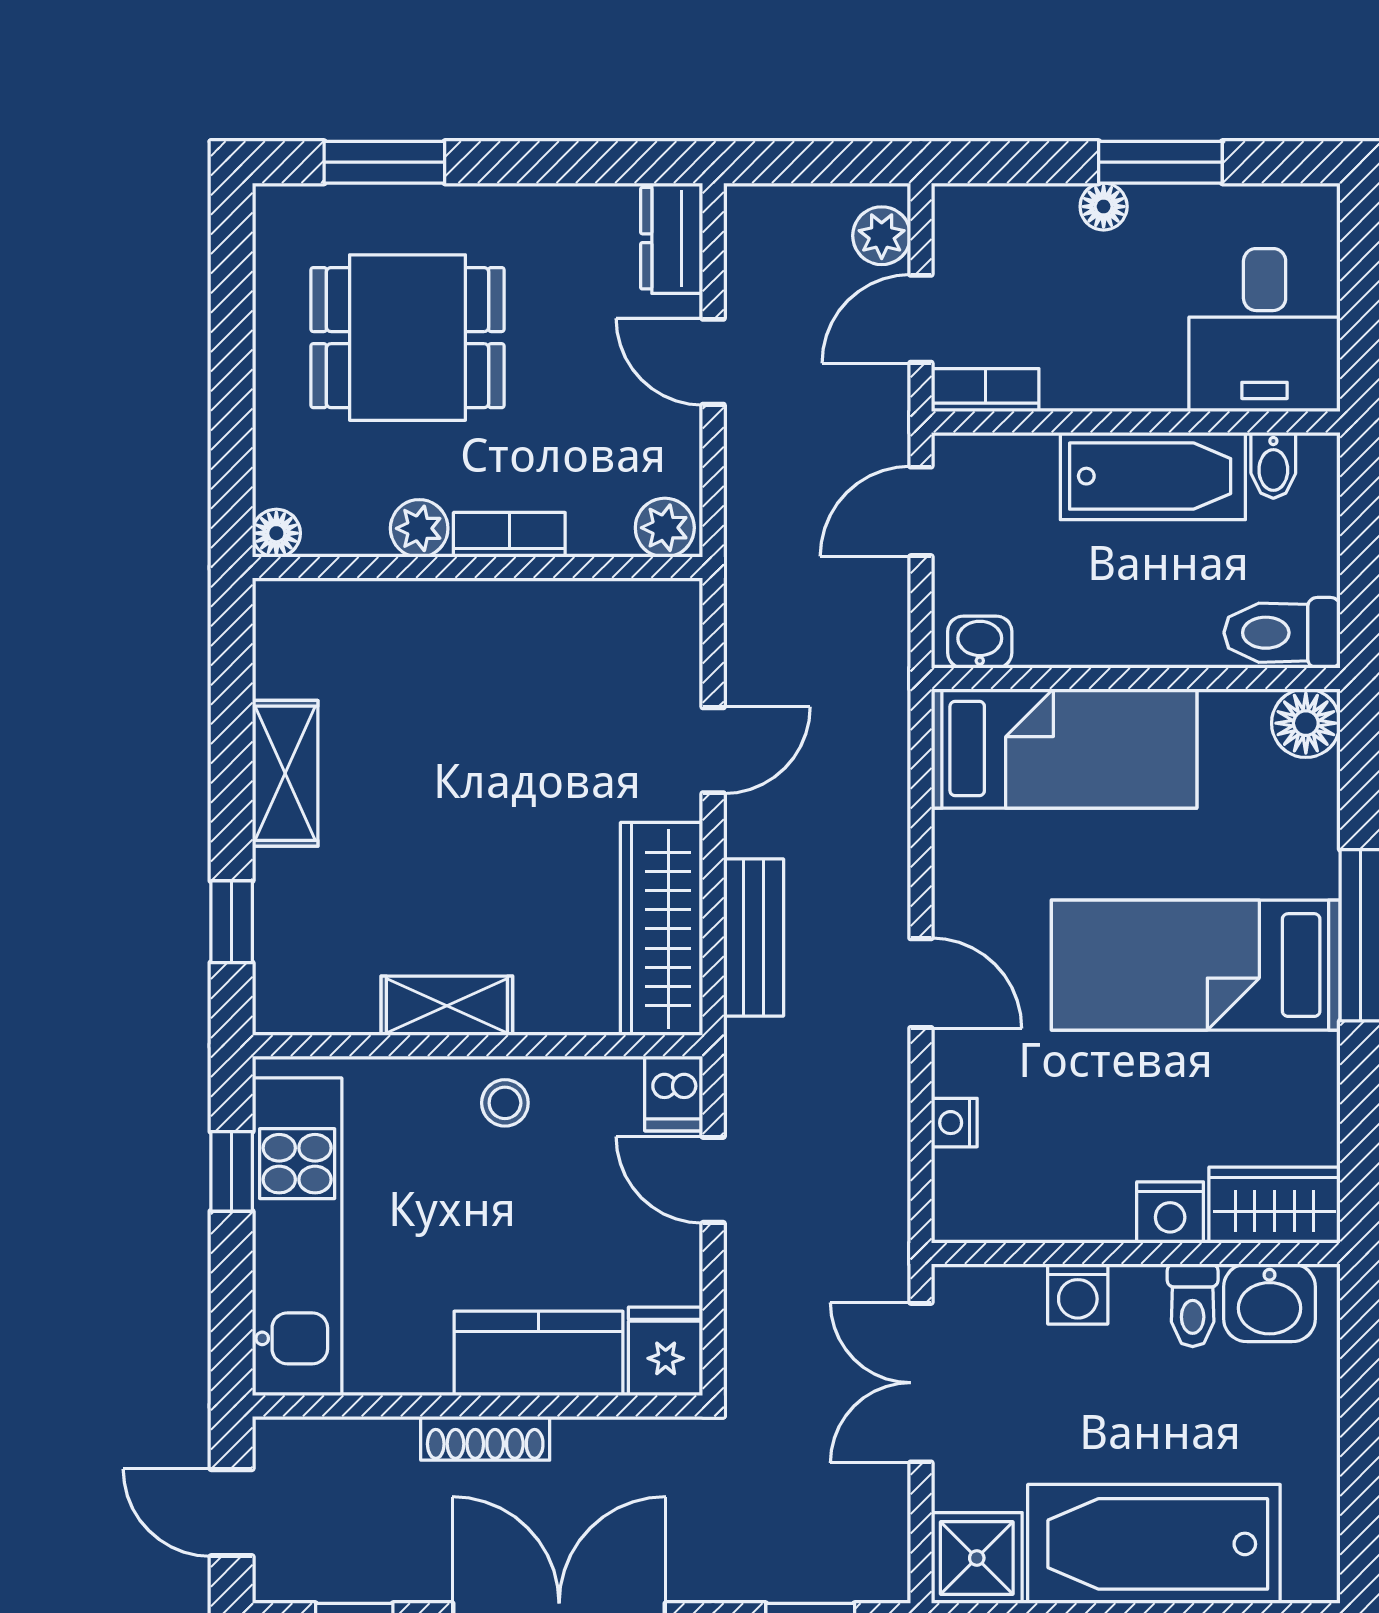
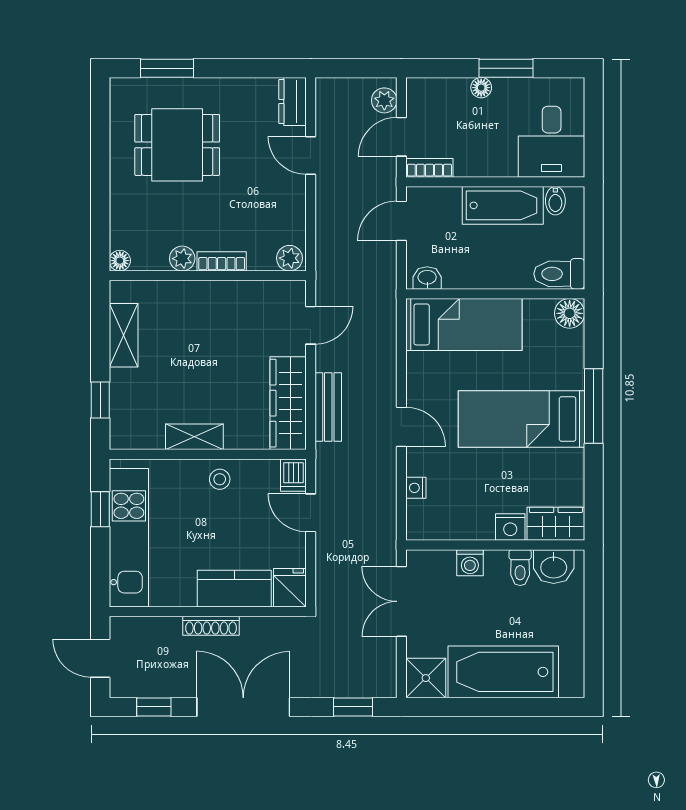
plant: (419, 528) -> (182, 259), moved
plant: (665, 528) -> (290, 258), moved
floor lamp: (276, 533) -> (120, 261), moved
bookcase: (509, 535) -> (222, 261), moved
wall: (478, 568) -> (208, 276), moved

